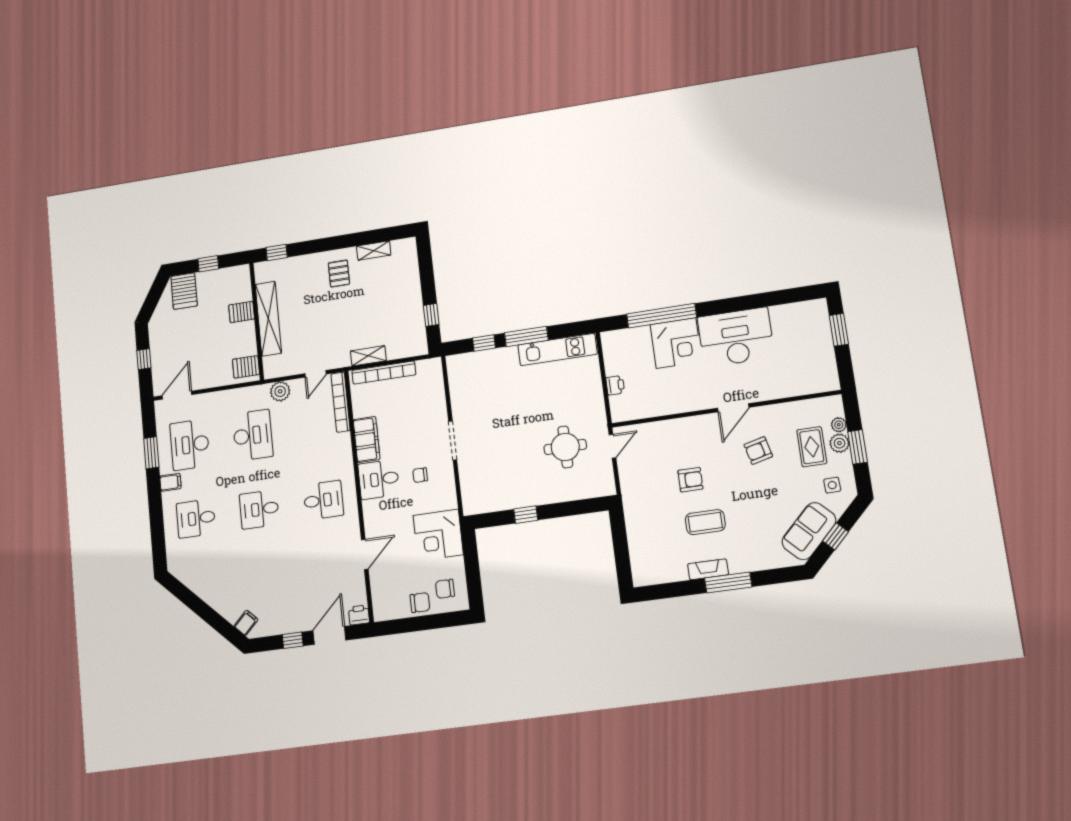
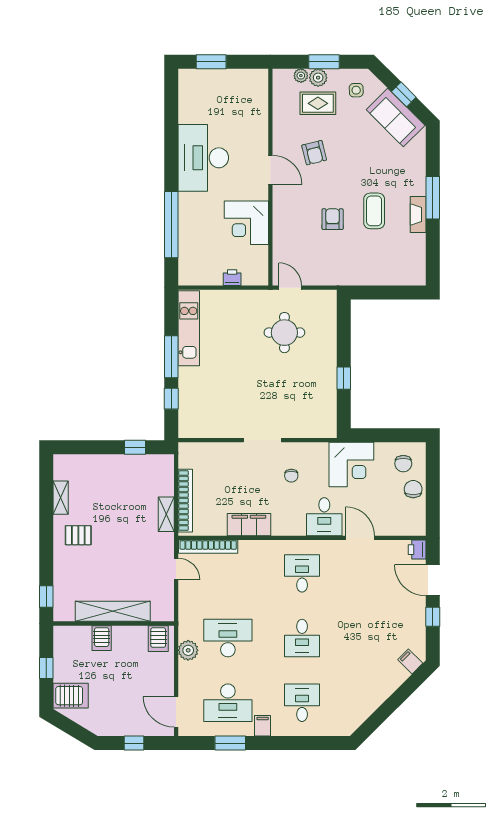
corner desk: (676, 343) -> (246, 223), moved, turned 180
plant: (280, 391) -> (188, 650), moved
desk: (379, 479) -> (324, 517), moved
desk: (196, 518) -> (302, 703), turned 180

